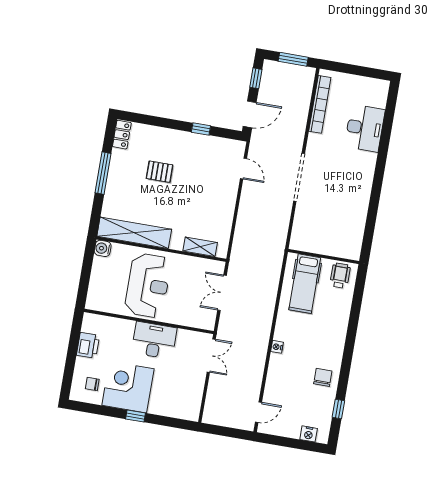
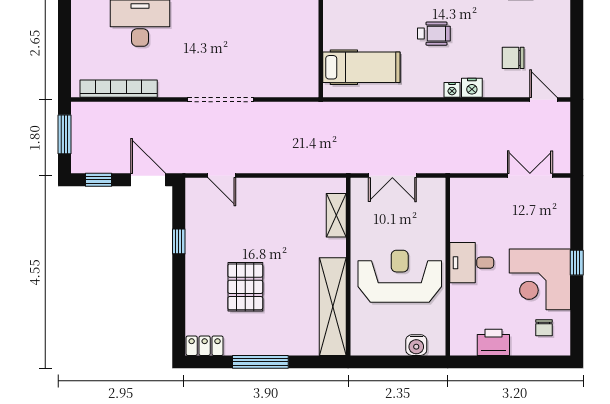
door: (243, 169) -> (222, 176), swing flipped
pallet: (160, 172) -> (245, 287), width x1.50, depth x1.42
water cooler: (103, 248) -> (416, 345), moved
wheelchair: (340, 276) -> (434, 34), moved, turned 180
desk: (154, 340) -> (472, 263), width x0.73
double door: (211, 356) -> (530, 176), moved
chair: (323, 377) -> (513, 58), moved
nightstand: (309, 434) -> (472, 88), moved, turned 90

